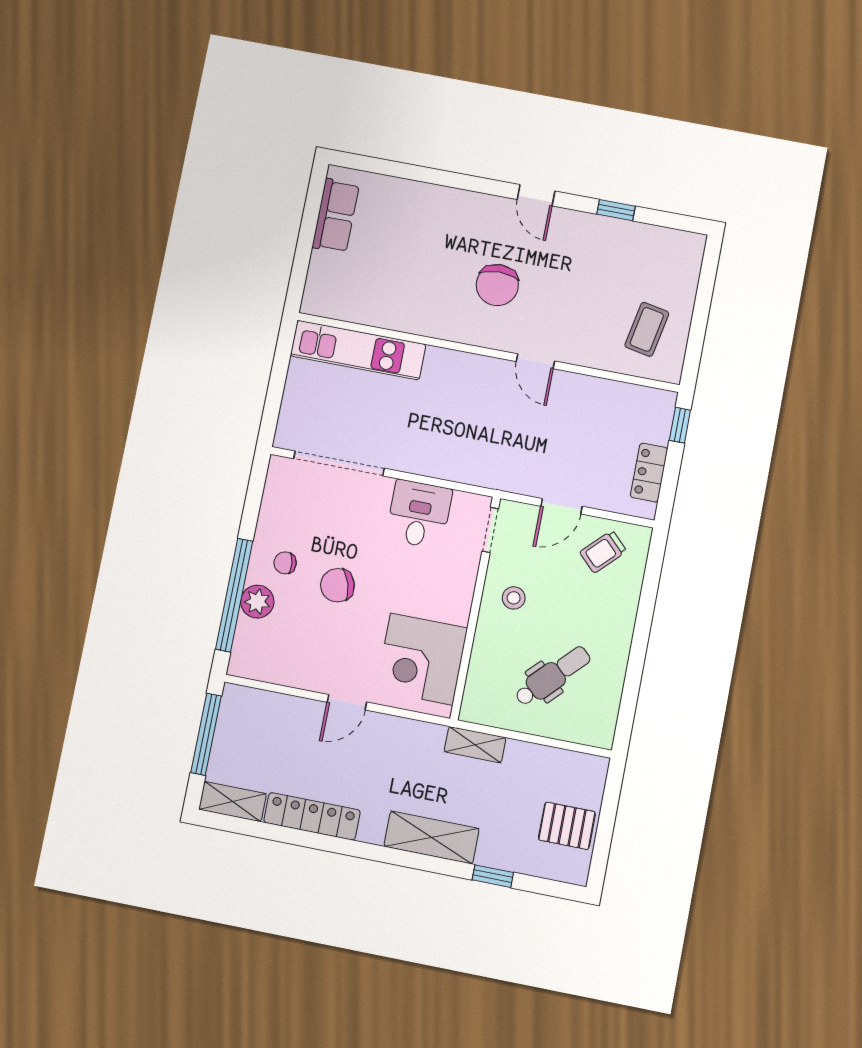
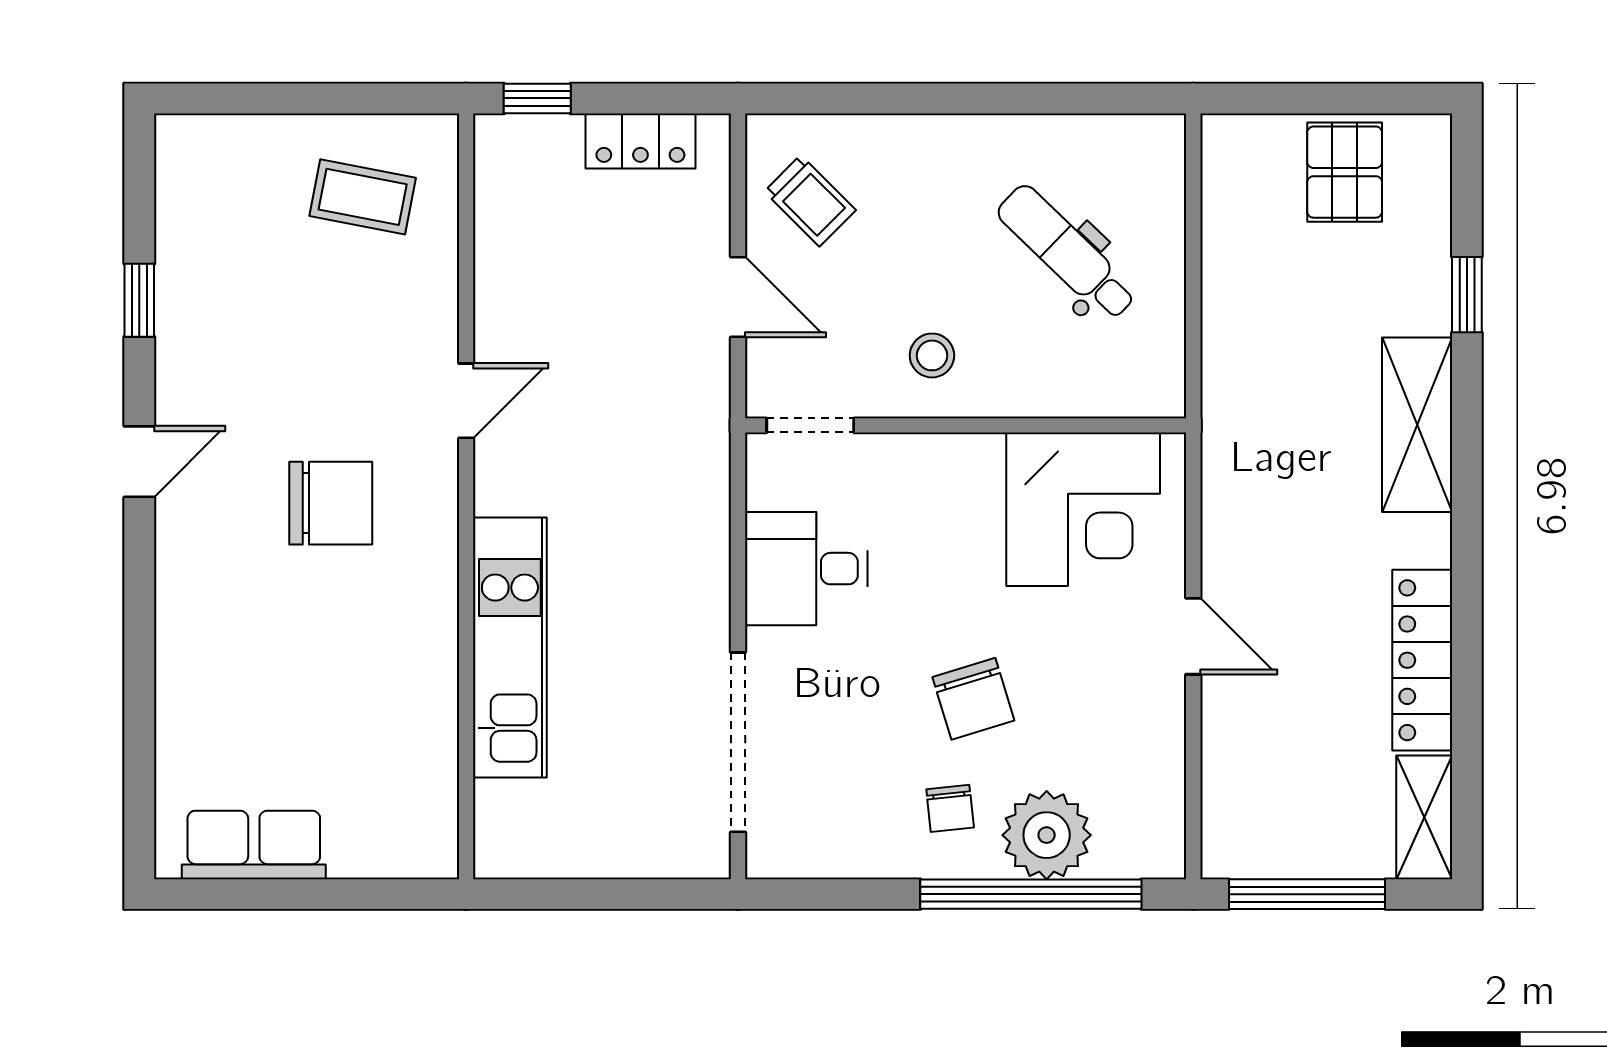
kitchen unit: (358, 350) -> (510, 647), moved
plant: (257, 602) -> (1047, 835), width x1.36, depth x1.36
shelving: (475, 745) -> (1226, 376), removed

